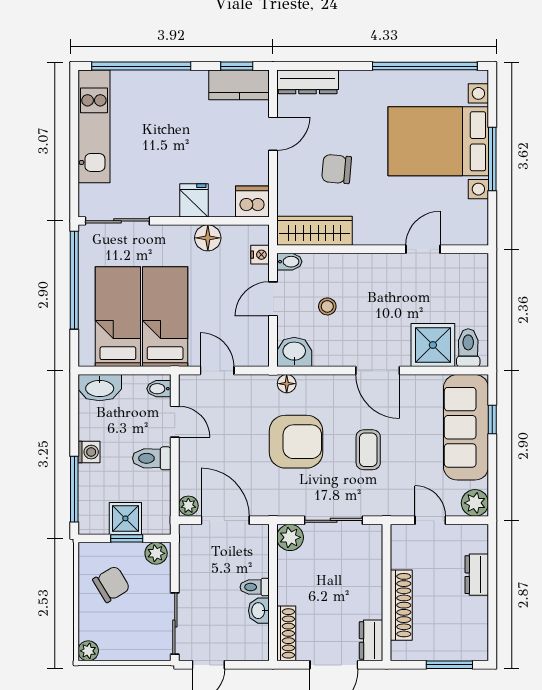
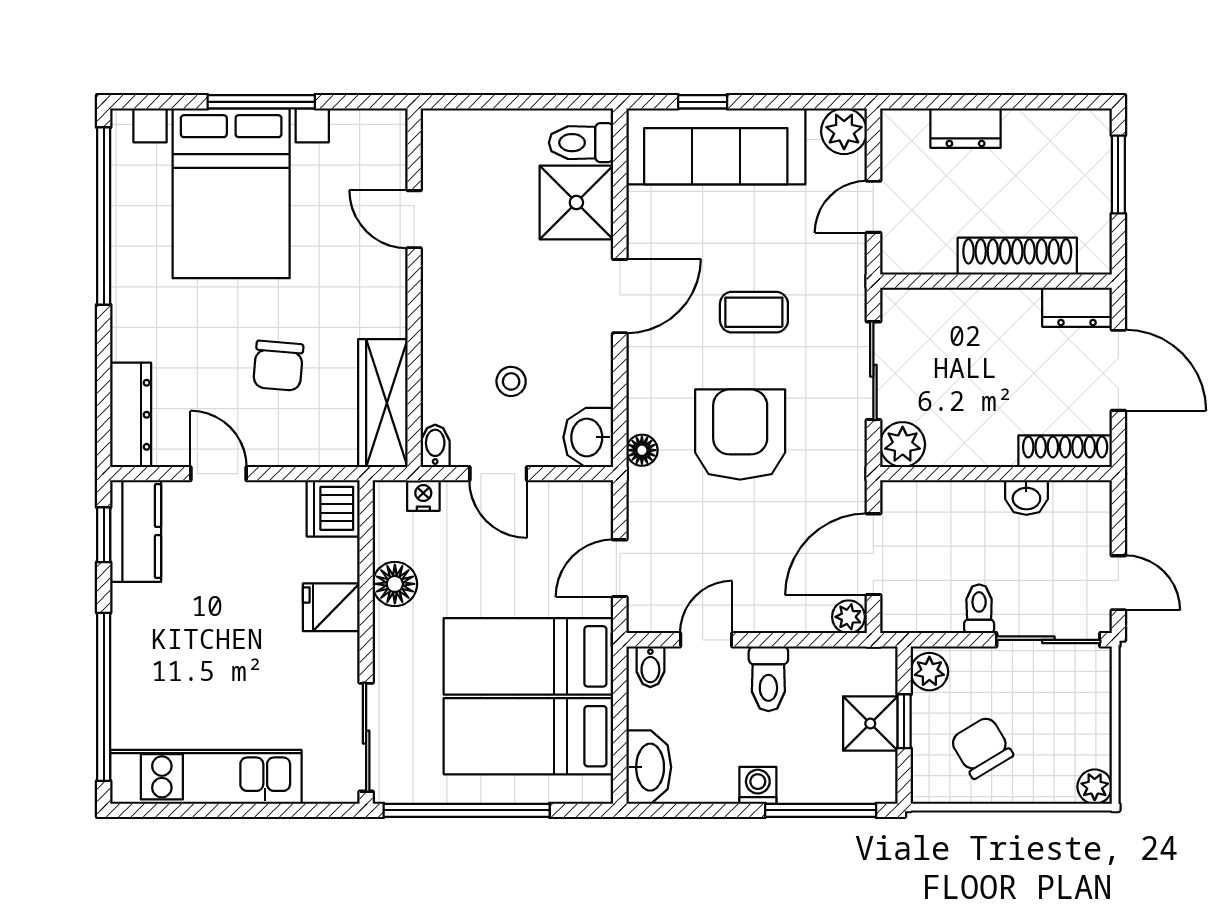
toilet: (255, 587) -> (979, 609), moved, turned 180

